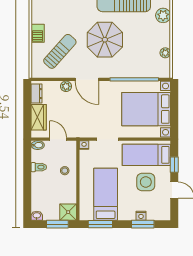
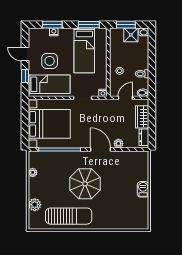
sun lounger: (60, 51) -> (124, 174), removed
door: (58, 139) -> (125, 98), swing flipped
shower: (68, 212) -> (131, 35), moved

